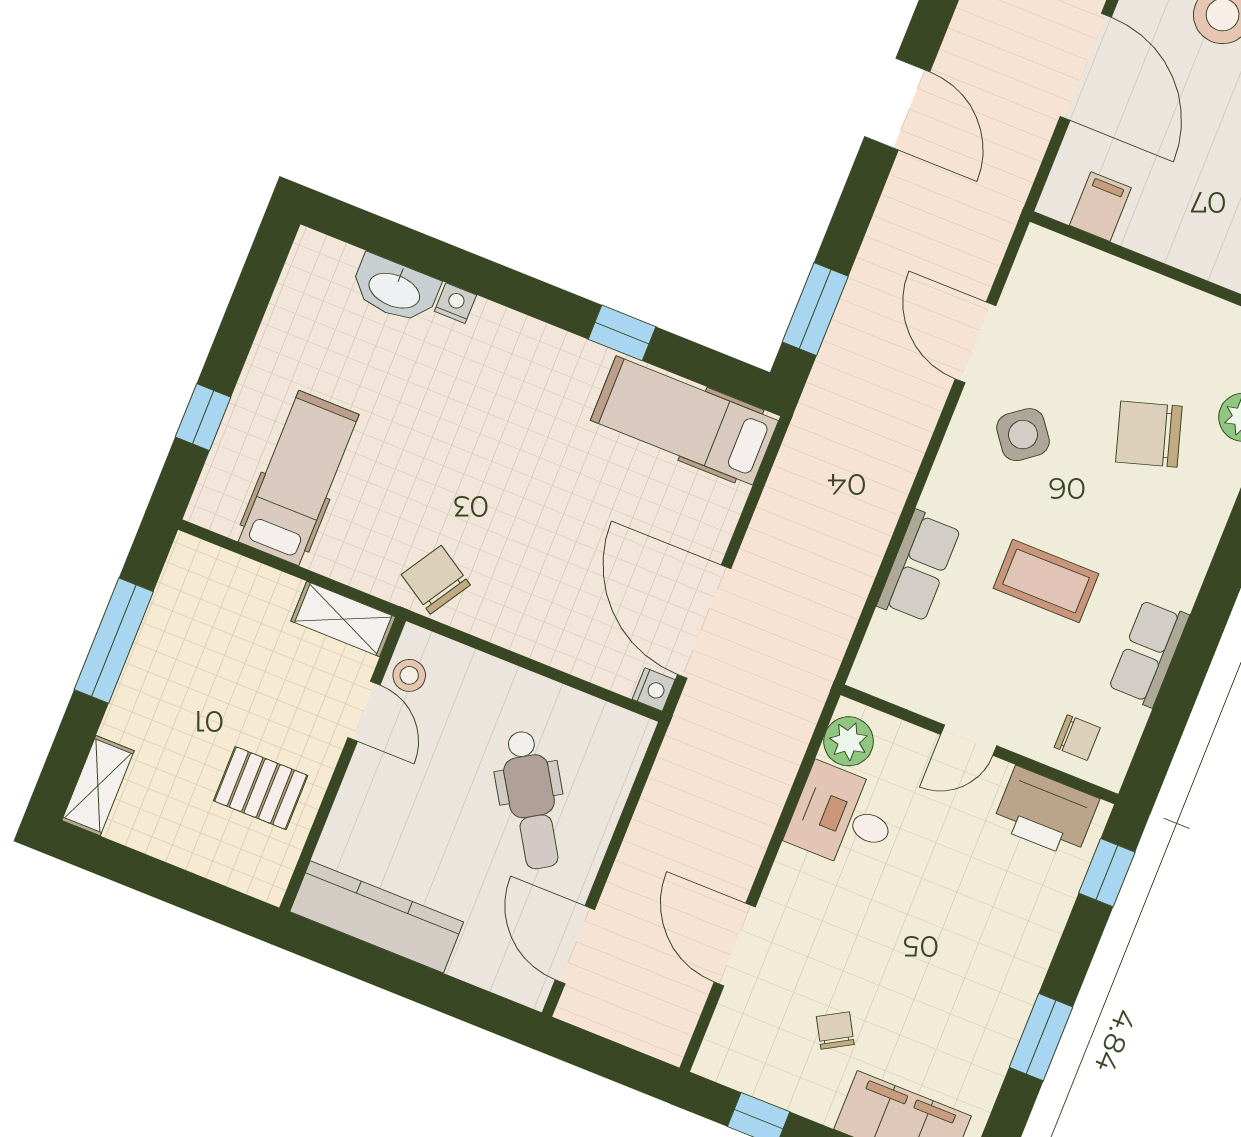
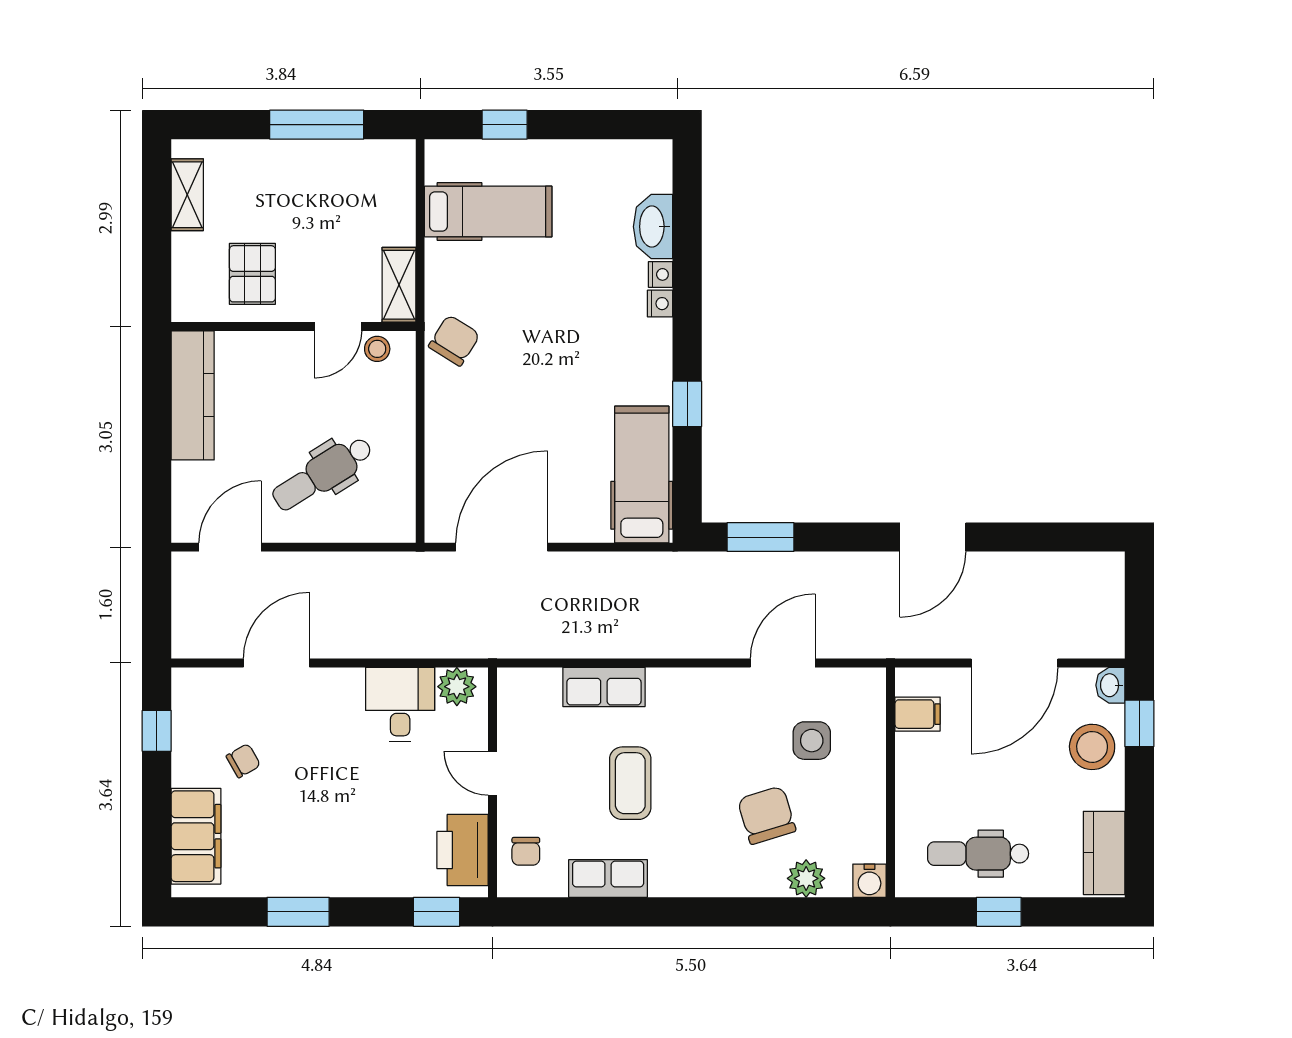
side table: (1023, 435) -> (812, 741), moved, turned 37
nightstand: (654, 689) -> (660, 304), moved, turned -90
shelving: (98, 786) -> (187, 195), moved, turned 90

